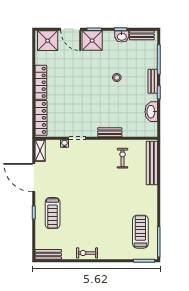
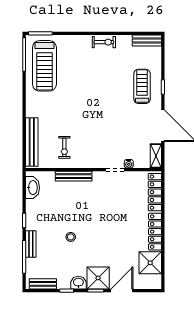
door: (71, 29) -> (122, 291), hinge flipped
washbasin: (122, 36) -> (78, 283), moved
shower: (48, 41) -> (150, 263), moved
bench: (153, 81) -> (31, 244), moved
washbasin: (151, 112) -> (33, 188), moved
bench: (110, 132) -> (74, 176), width x1.36
treadmill: (140, 232) -> (44, 66), width x1.37, depth x1.38

